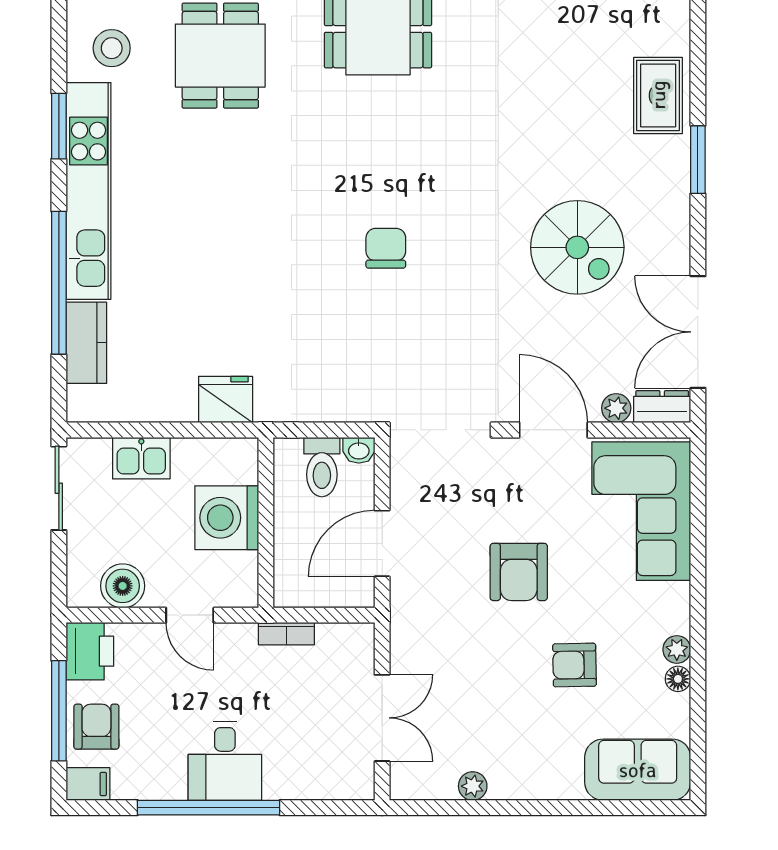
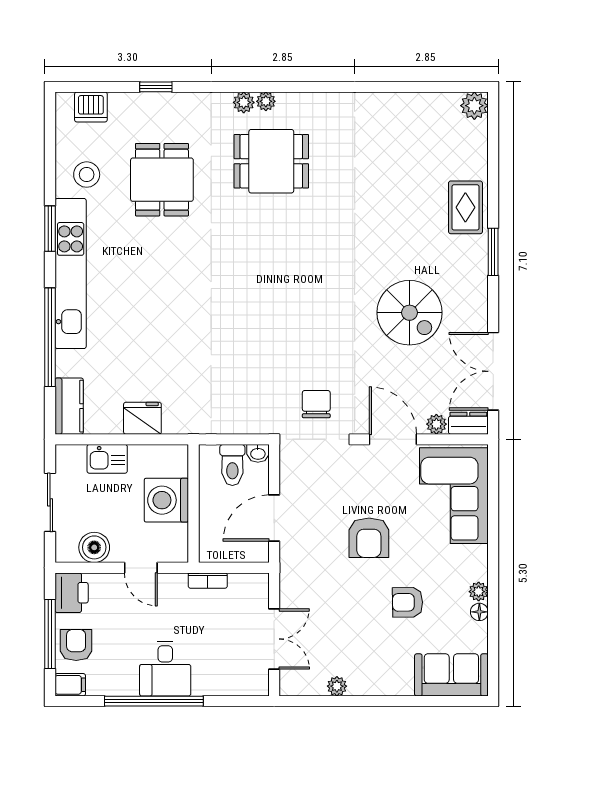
chair: (386, 248) -> (316, 404), moved
kitchen counter: (86, 343) -> (69, 406), moved
fridge: (226, 400) -> (142, 418), moved
sliding door: (59, 488) -> (50, 502), moved

